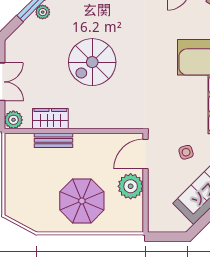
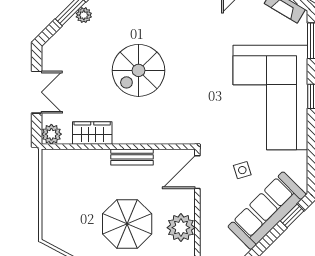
bench: (53, 140) -> (132, 157), moved
plant: (131, 186) -> (181, 228), moved

